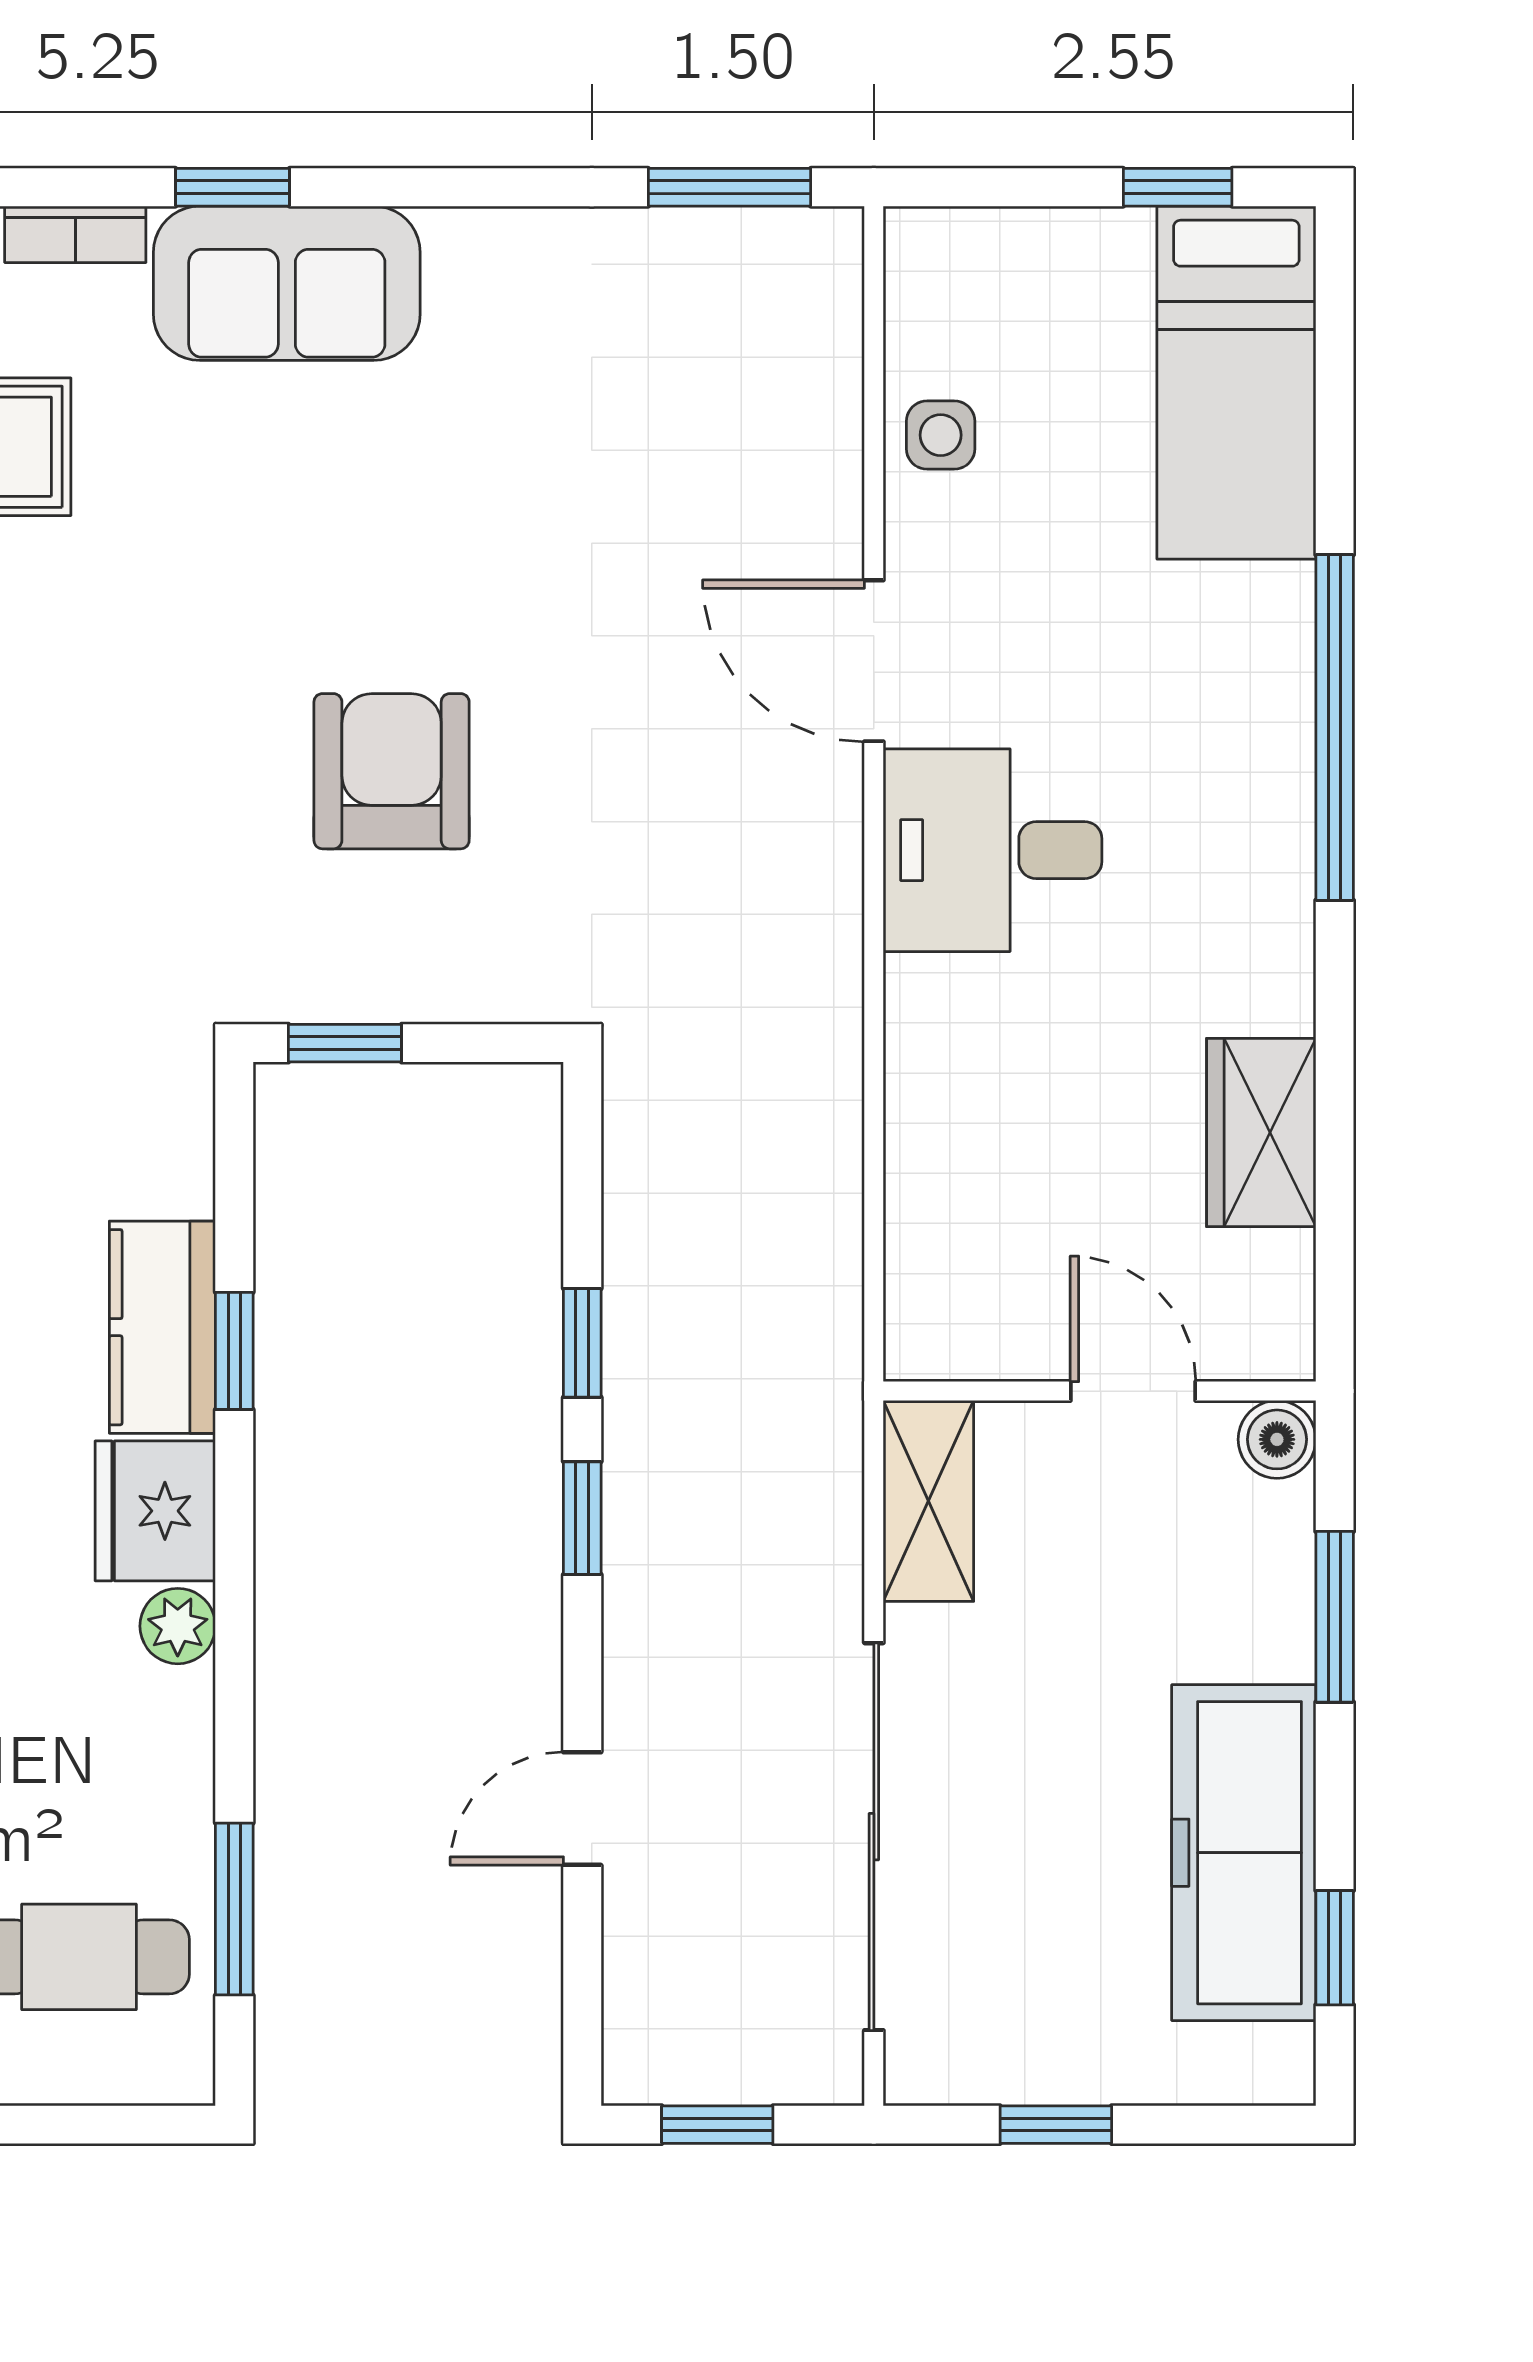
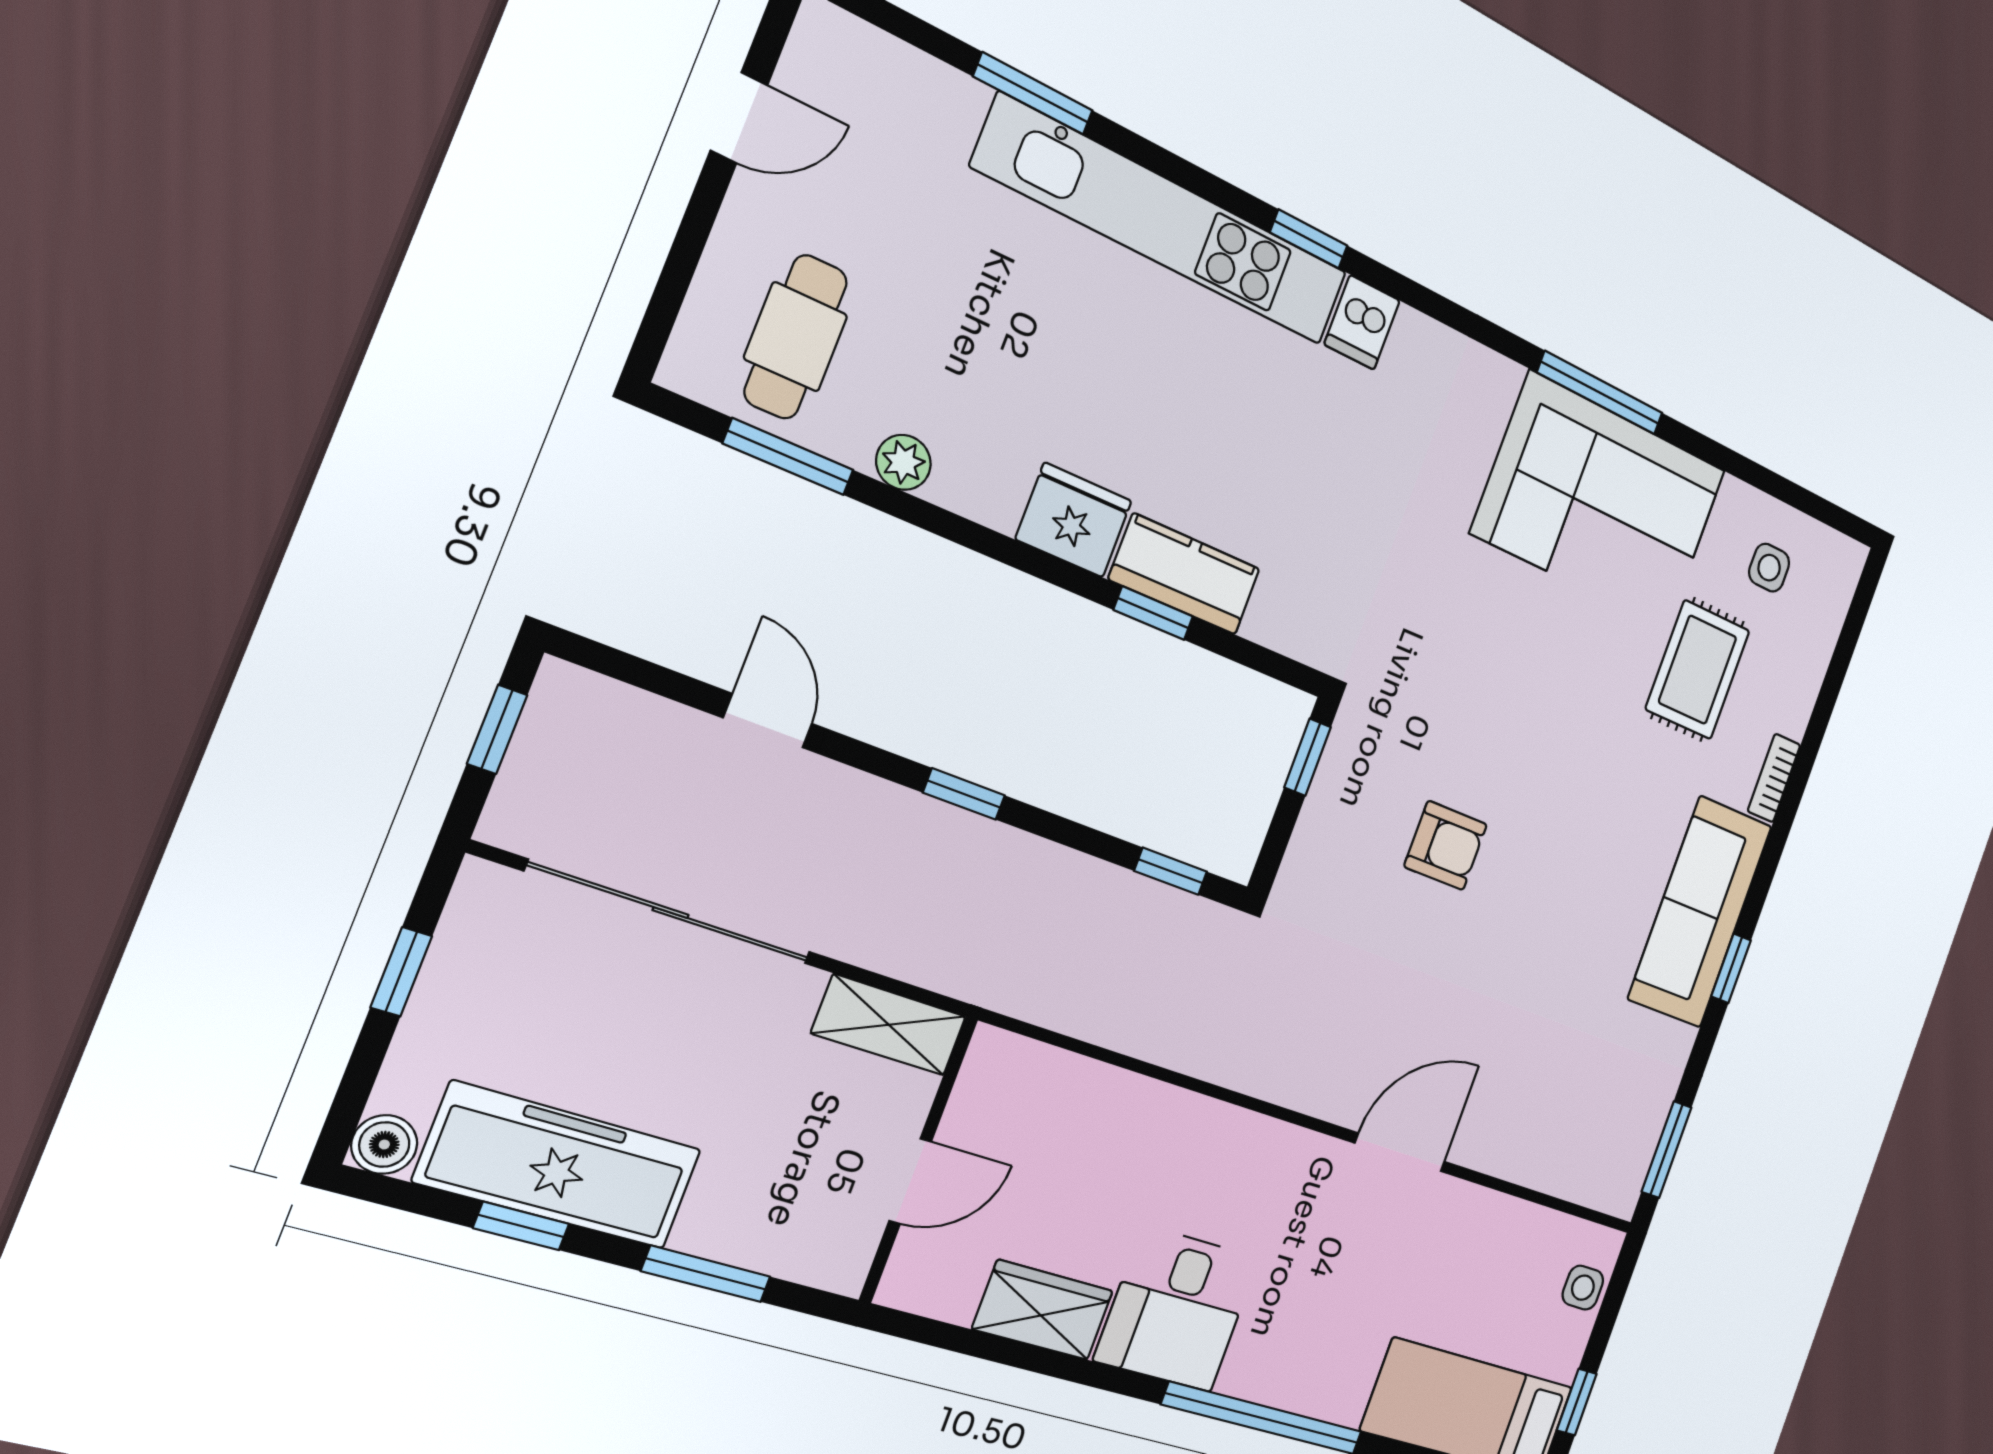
window: (233, 187) -> (1731, 968), moved
sofa: (287, 283) -> (1700, 912), width x1.36
side table: (941, 435) -> (1583, 1288), moved
armchair: (392, 771) -> (1446, 845), width x0.72, depth x0.72
desk: (993, 850) -> (1177, 1309), moved, turned 180
window: (582, 1343) -> (1171, 871), moved
boiler: (1277, 1439) -> (384, 1145), moved
plant: (178, 1626) -> (903, 462), moved
window: (1335, 1948) -> (521, 1226), moved

